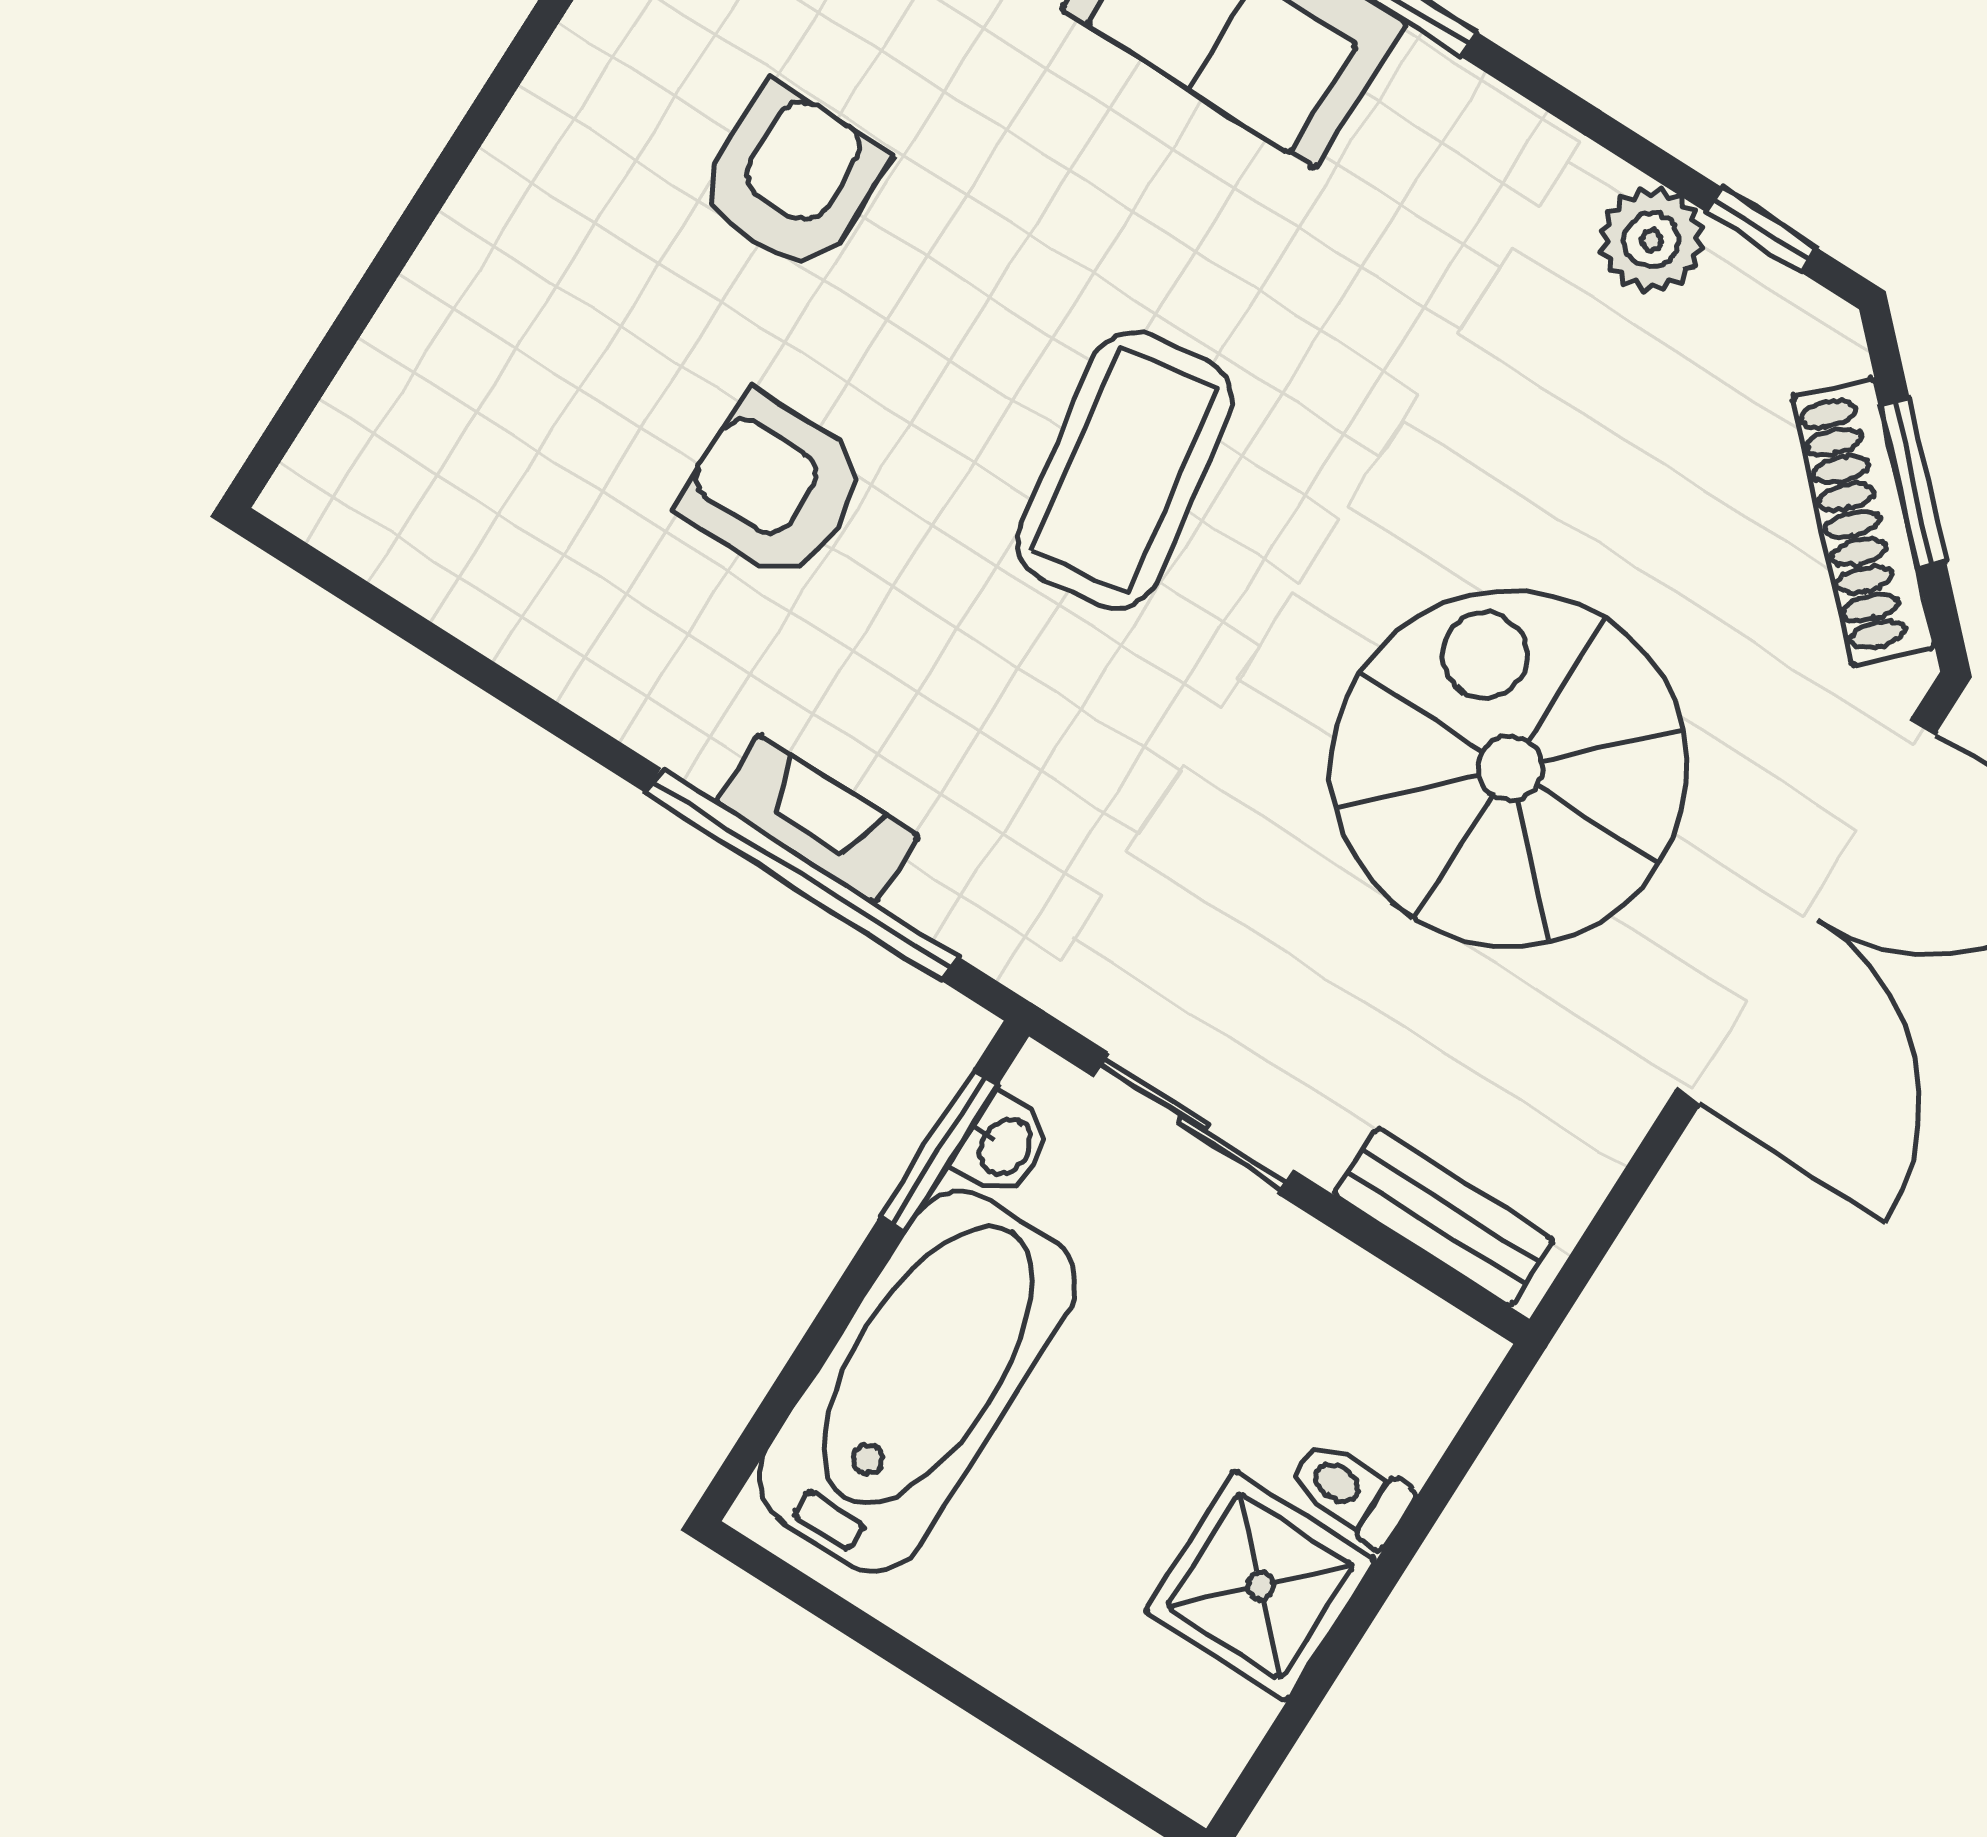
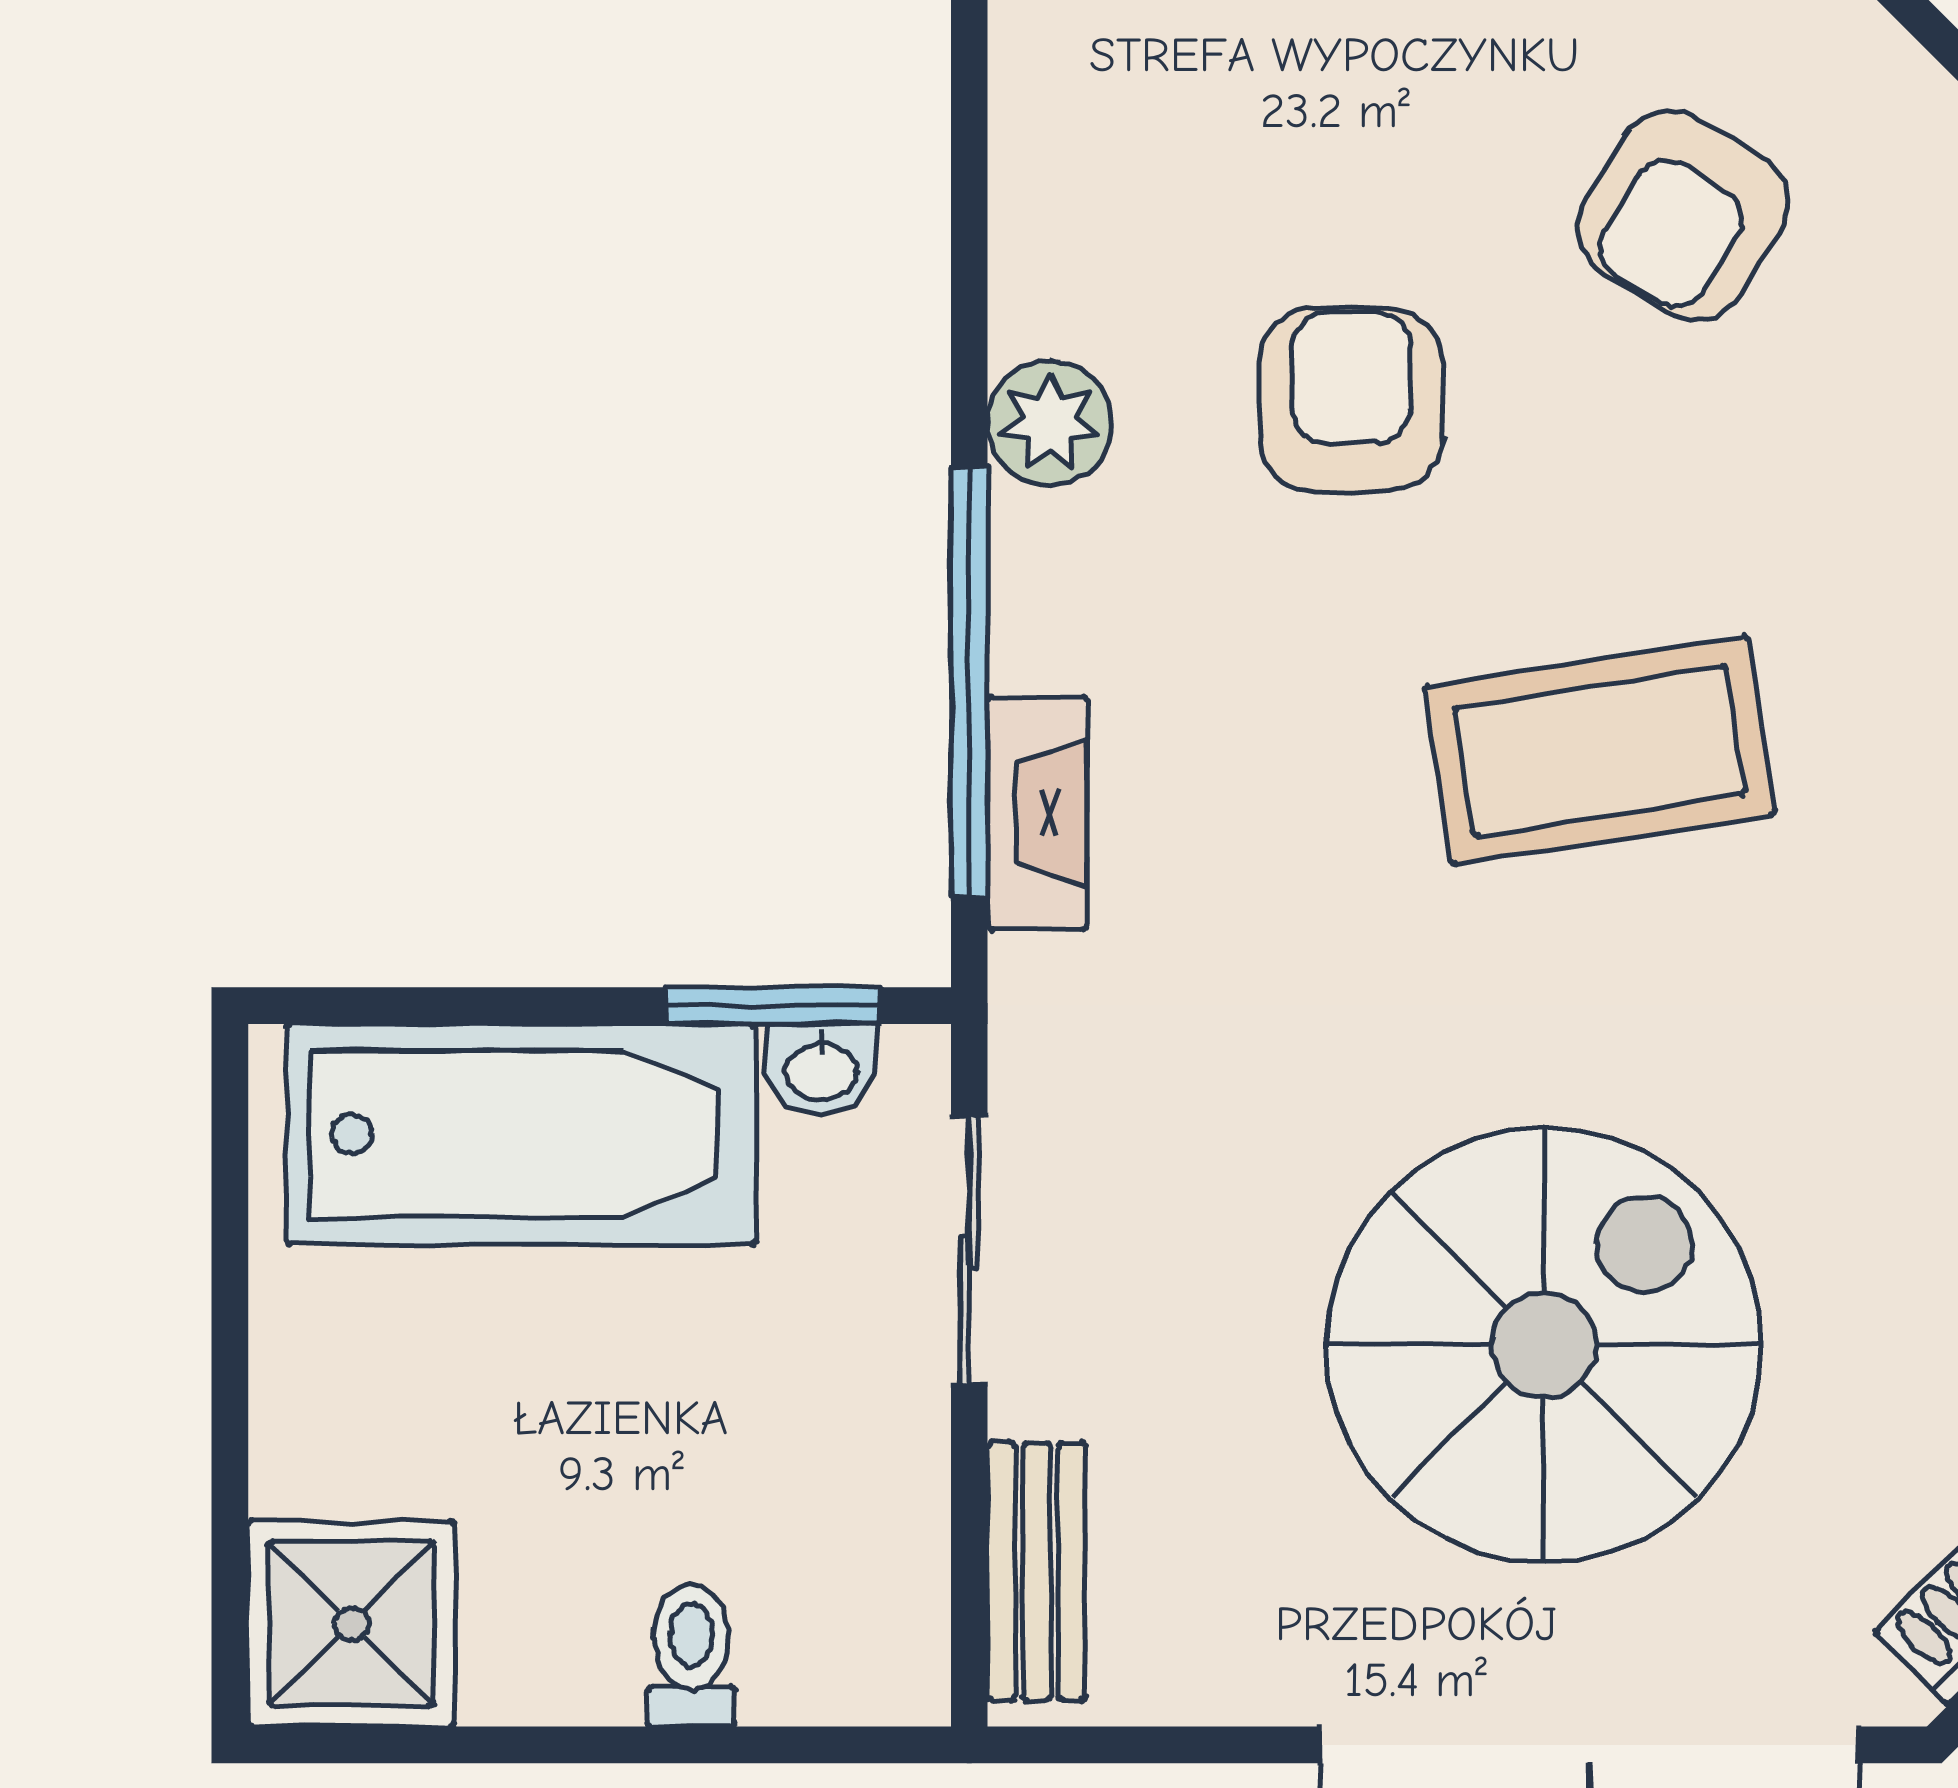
armchair: (792, 178) -> (1683, 215), turned 122
plant: (658, 706) -> (1050, 423), added
fireplace: (817, 819) -> (1037, 813), moved
shower: (1260, 1586) -> (351, 1624), moved

